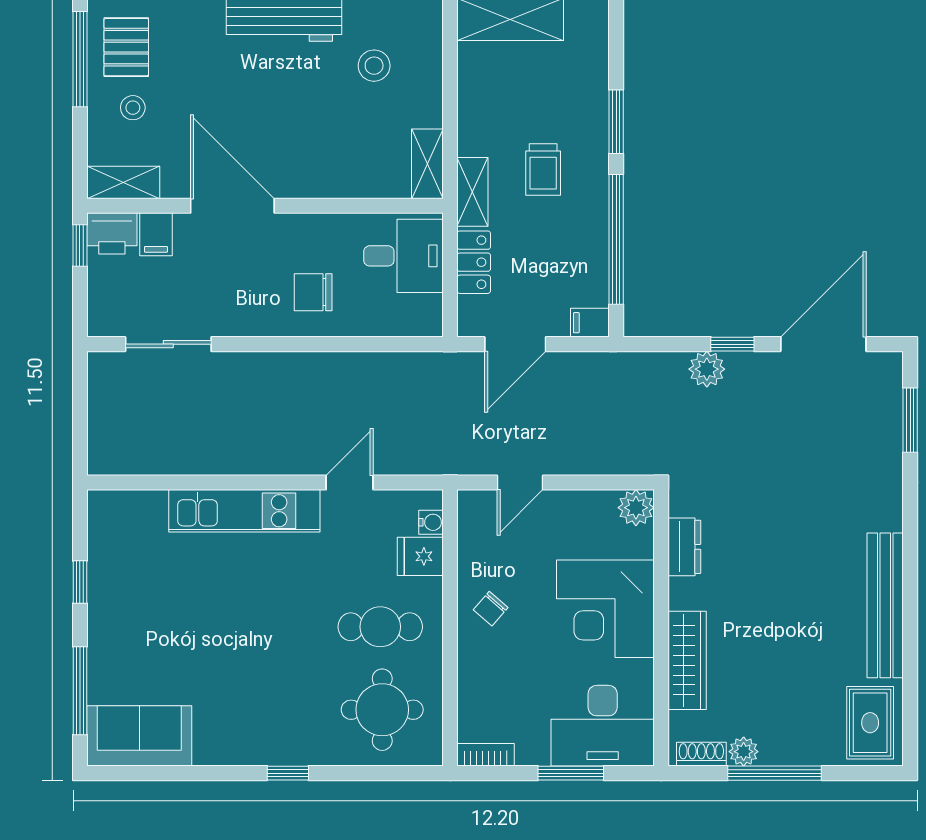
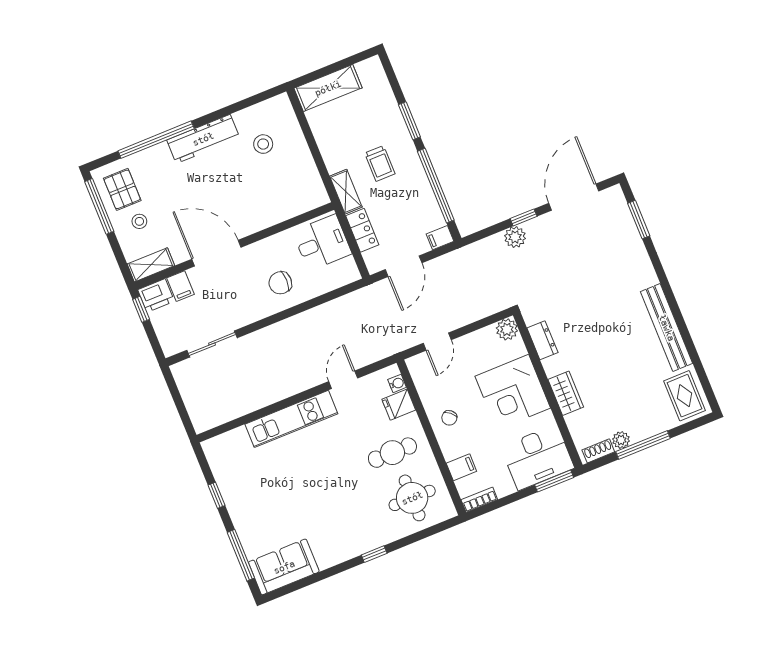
shelving: (427, 164) -> (315, 186), removed
wardrobe: (687, 660) -> (566, 393), width x0.67
filing cabinet: (478, 693) -> (461, 467), added
window: (571, 773) -> (554, 481), moved

